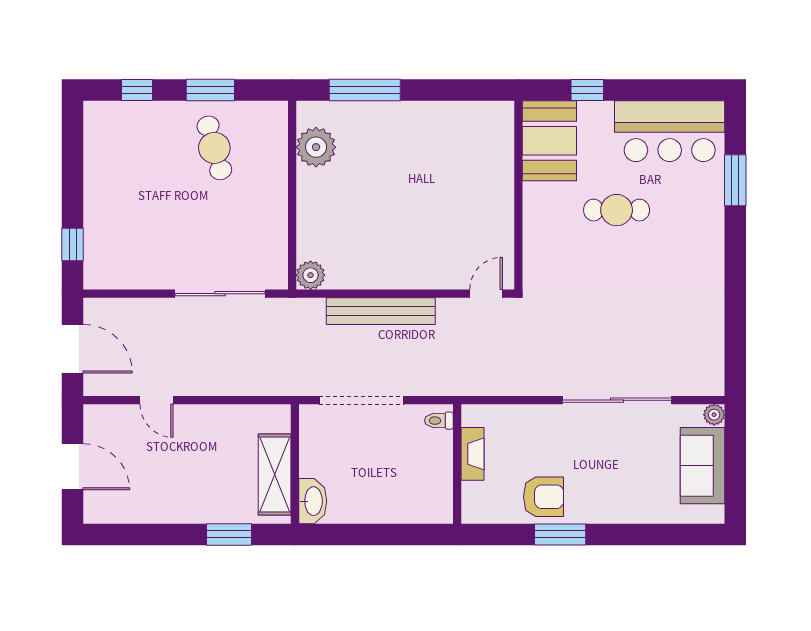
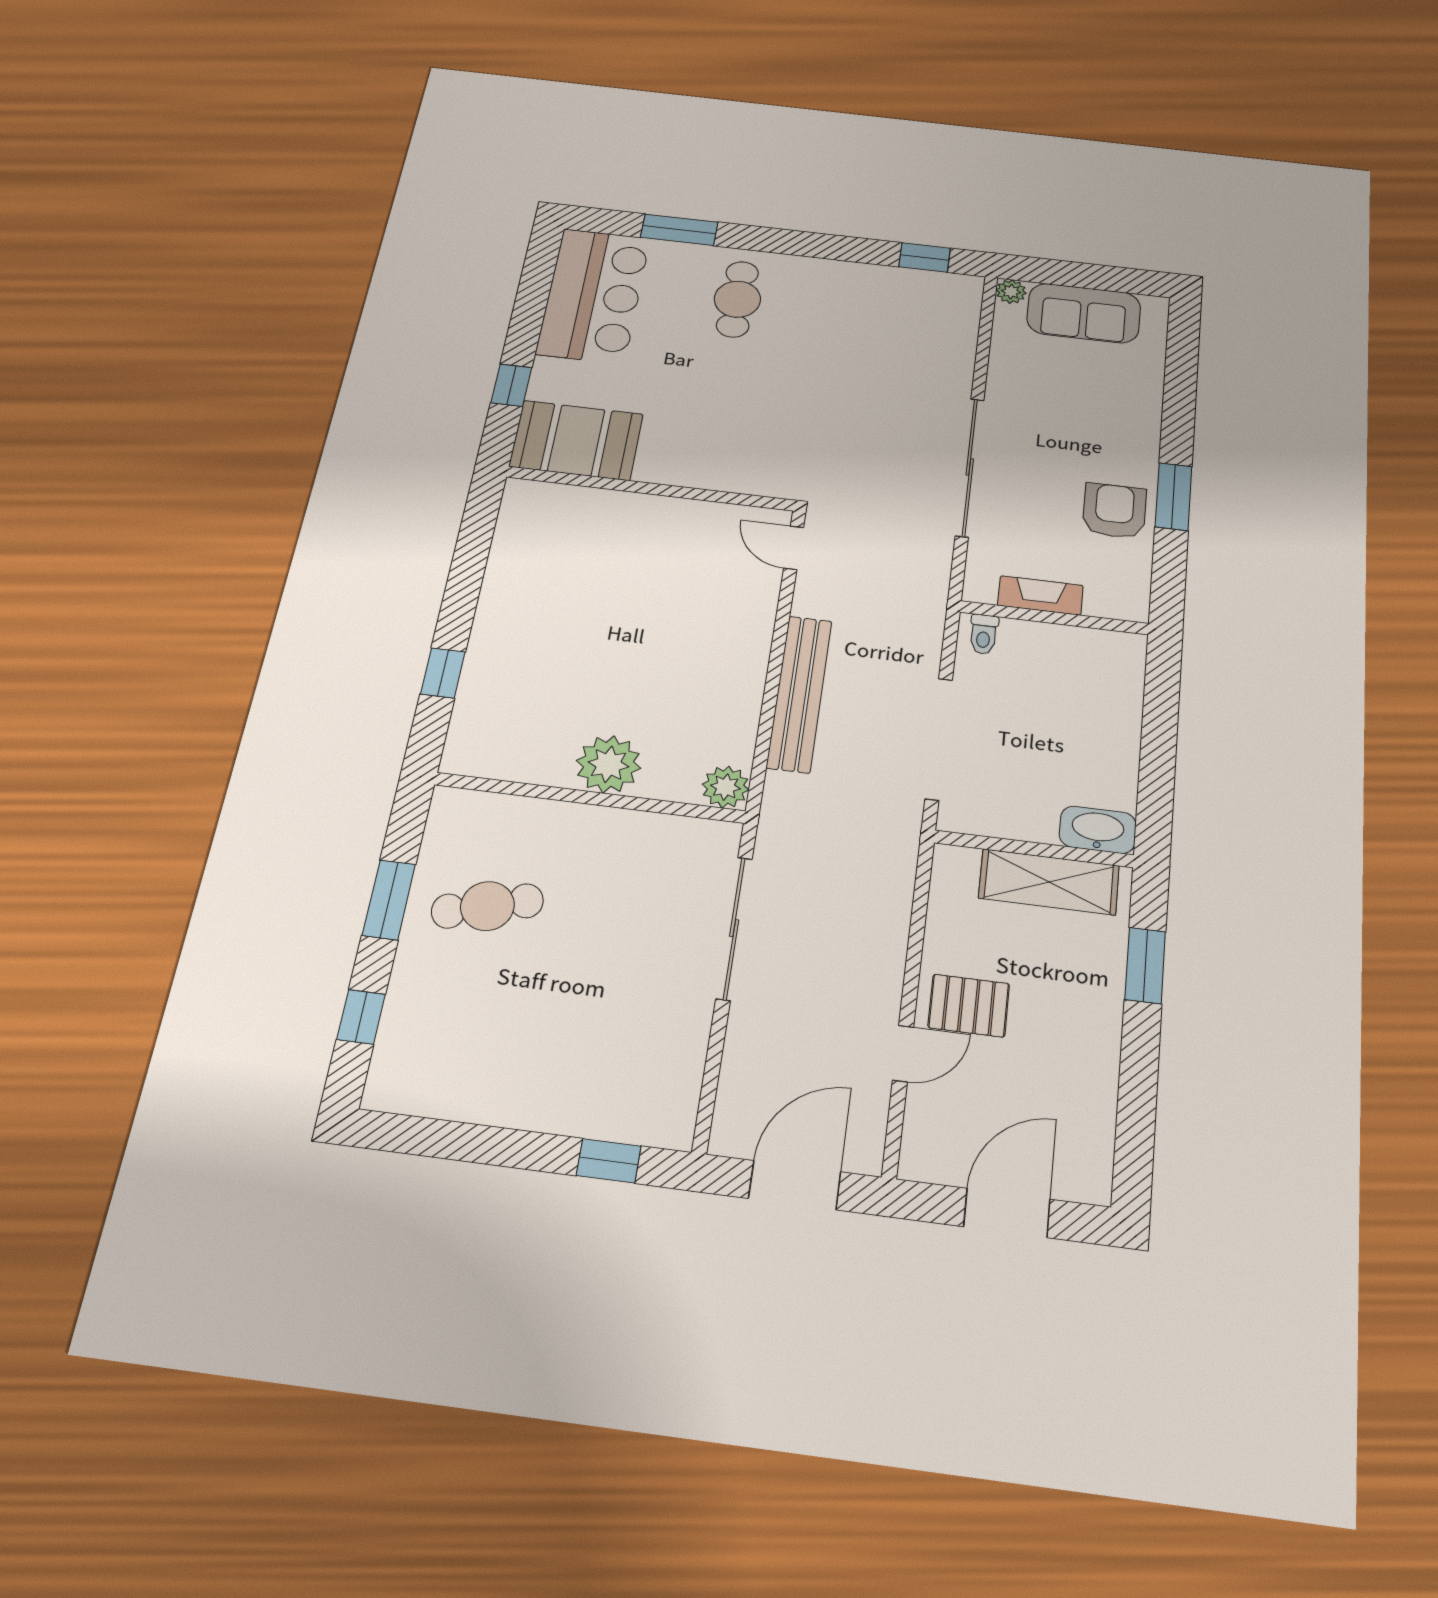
window: (365, 90) -> (443, 673), width x0.46
plant: (316, 147) -> (609, 764), moved
cafe table: (617, 210) -> (737, 299), moved
window: (735, 352) -> (925, 258), added
sliding door: (617, 400) -> (970, 467), moved
pallet: (191, 435) -> (969, 1006), added

